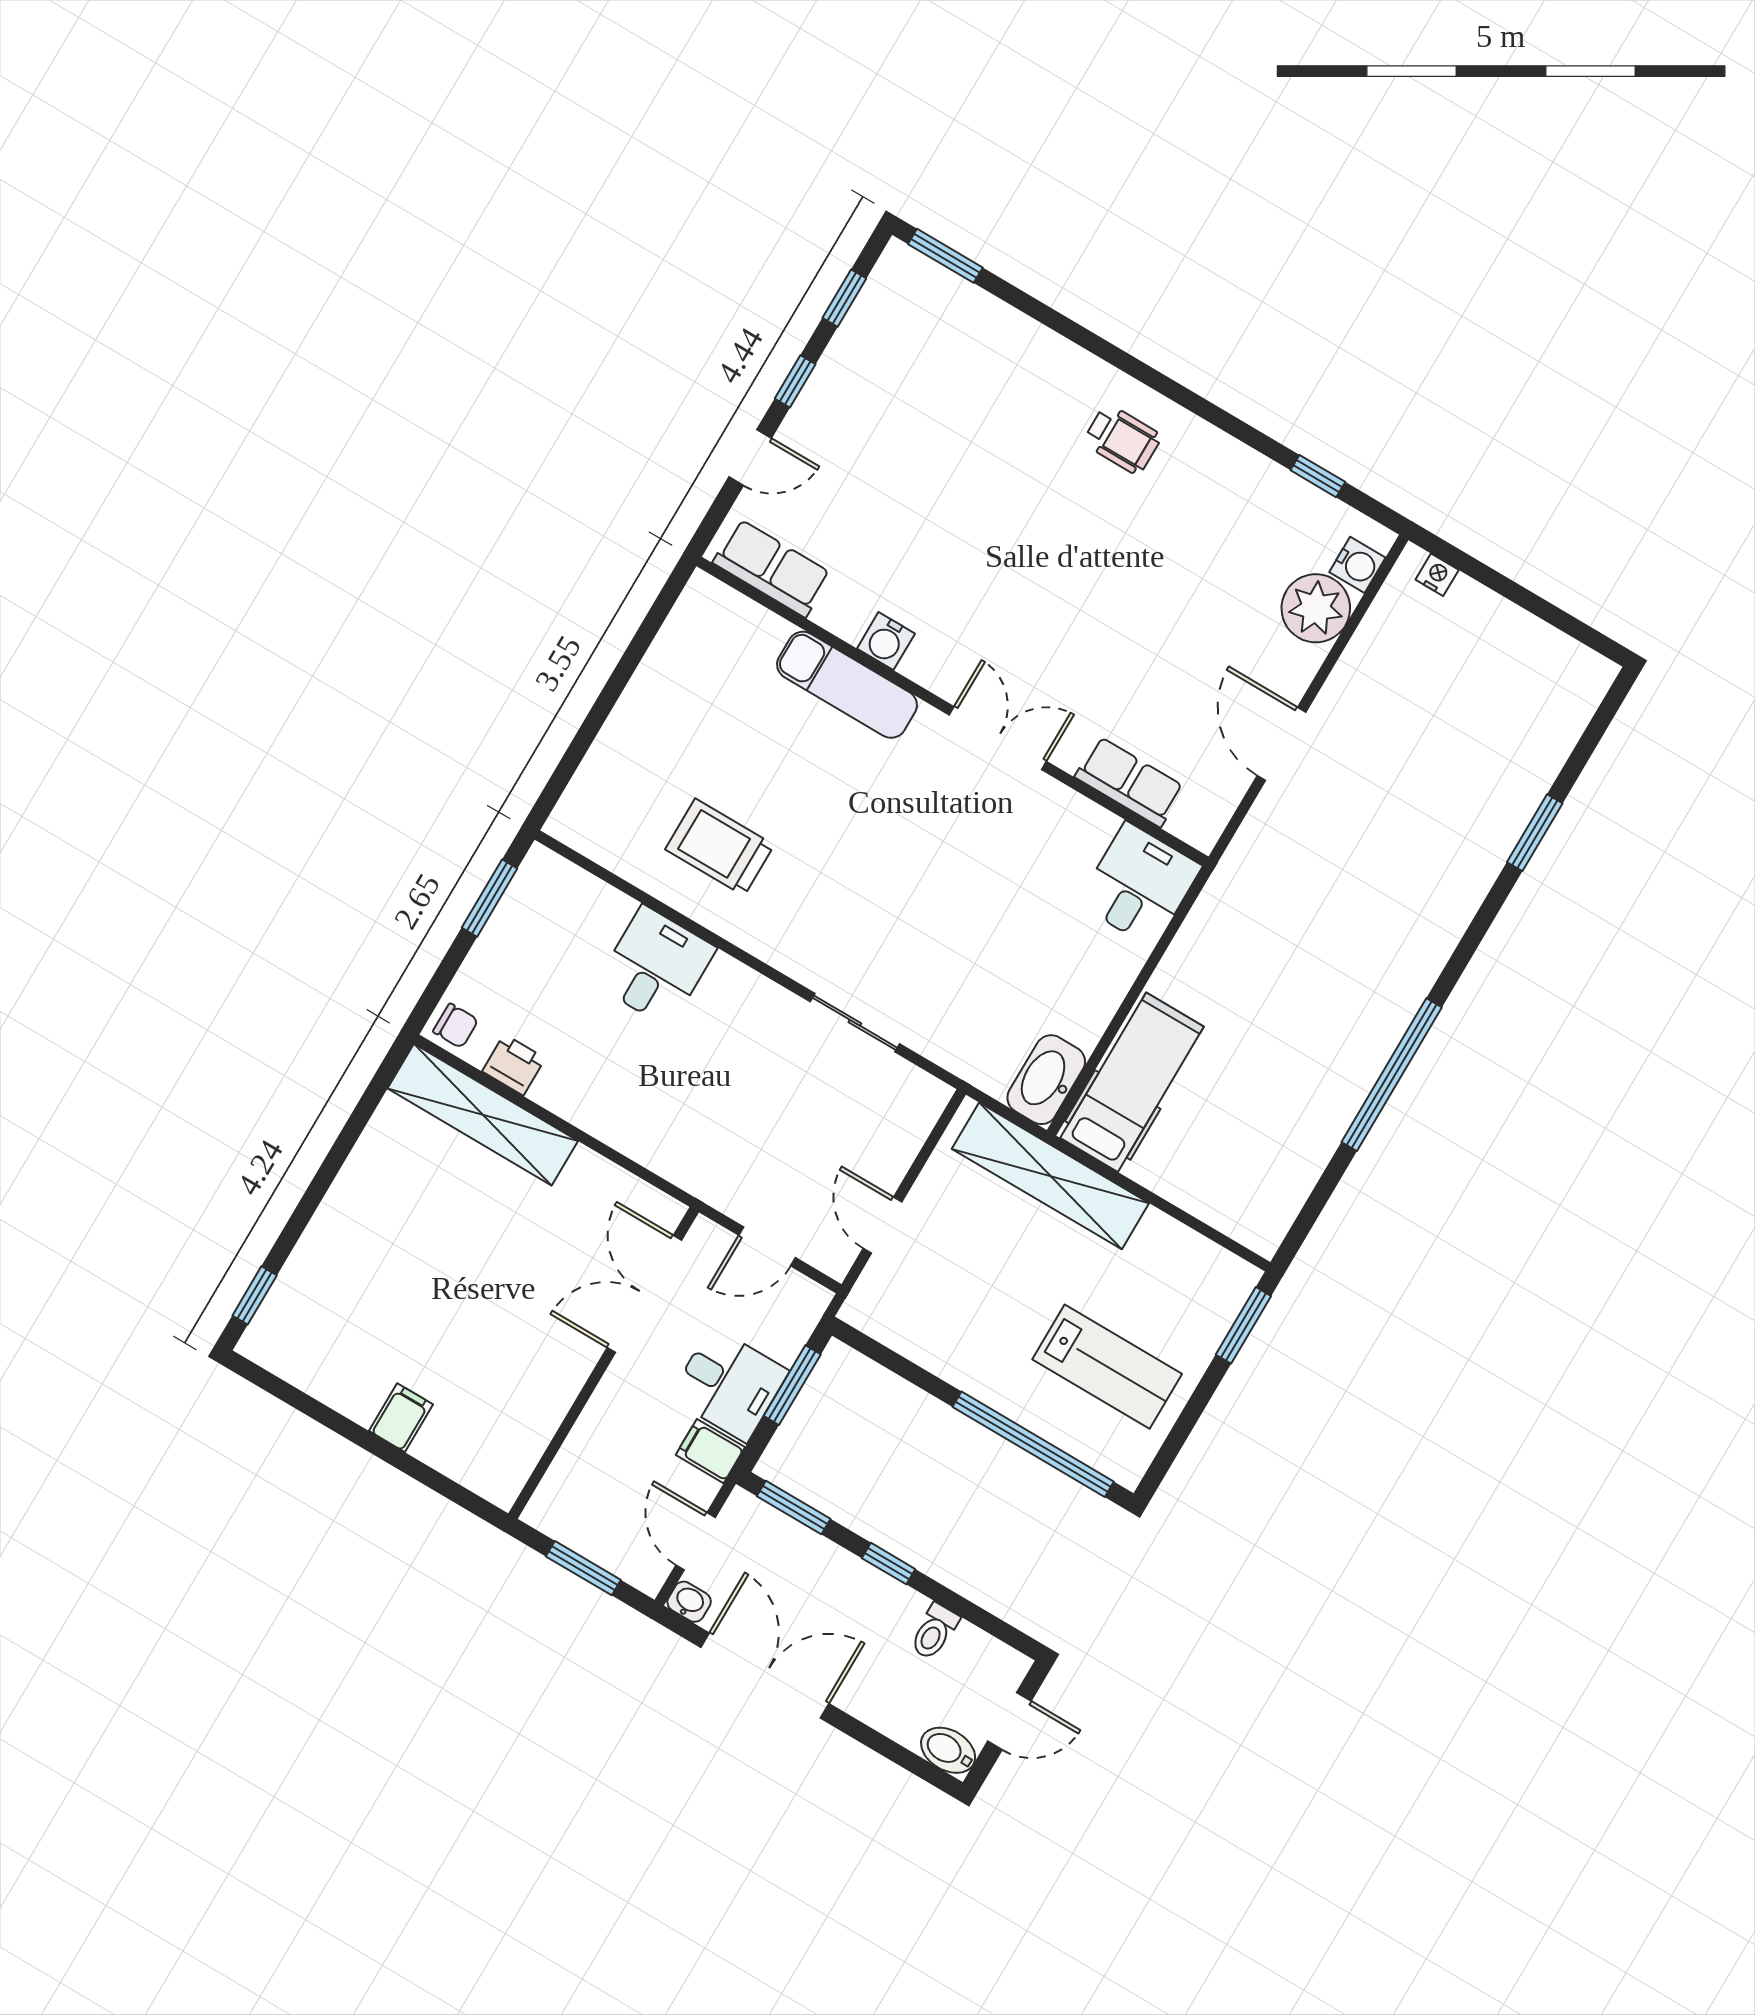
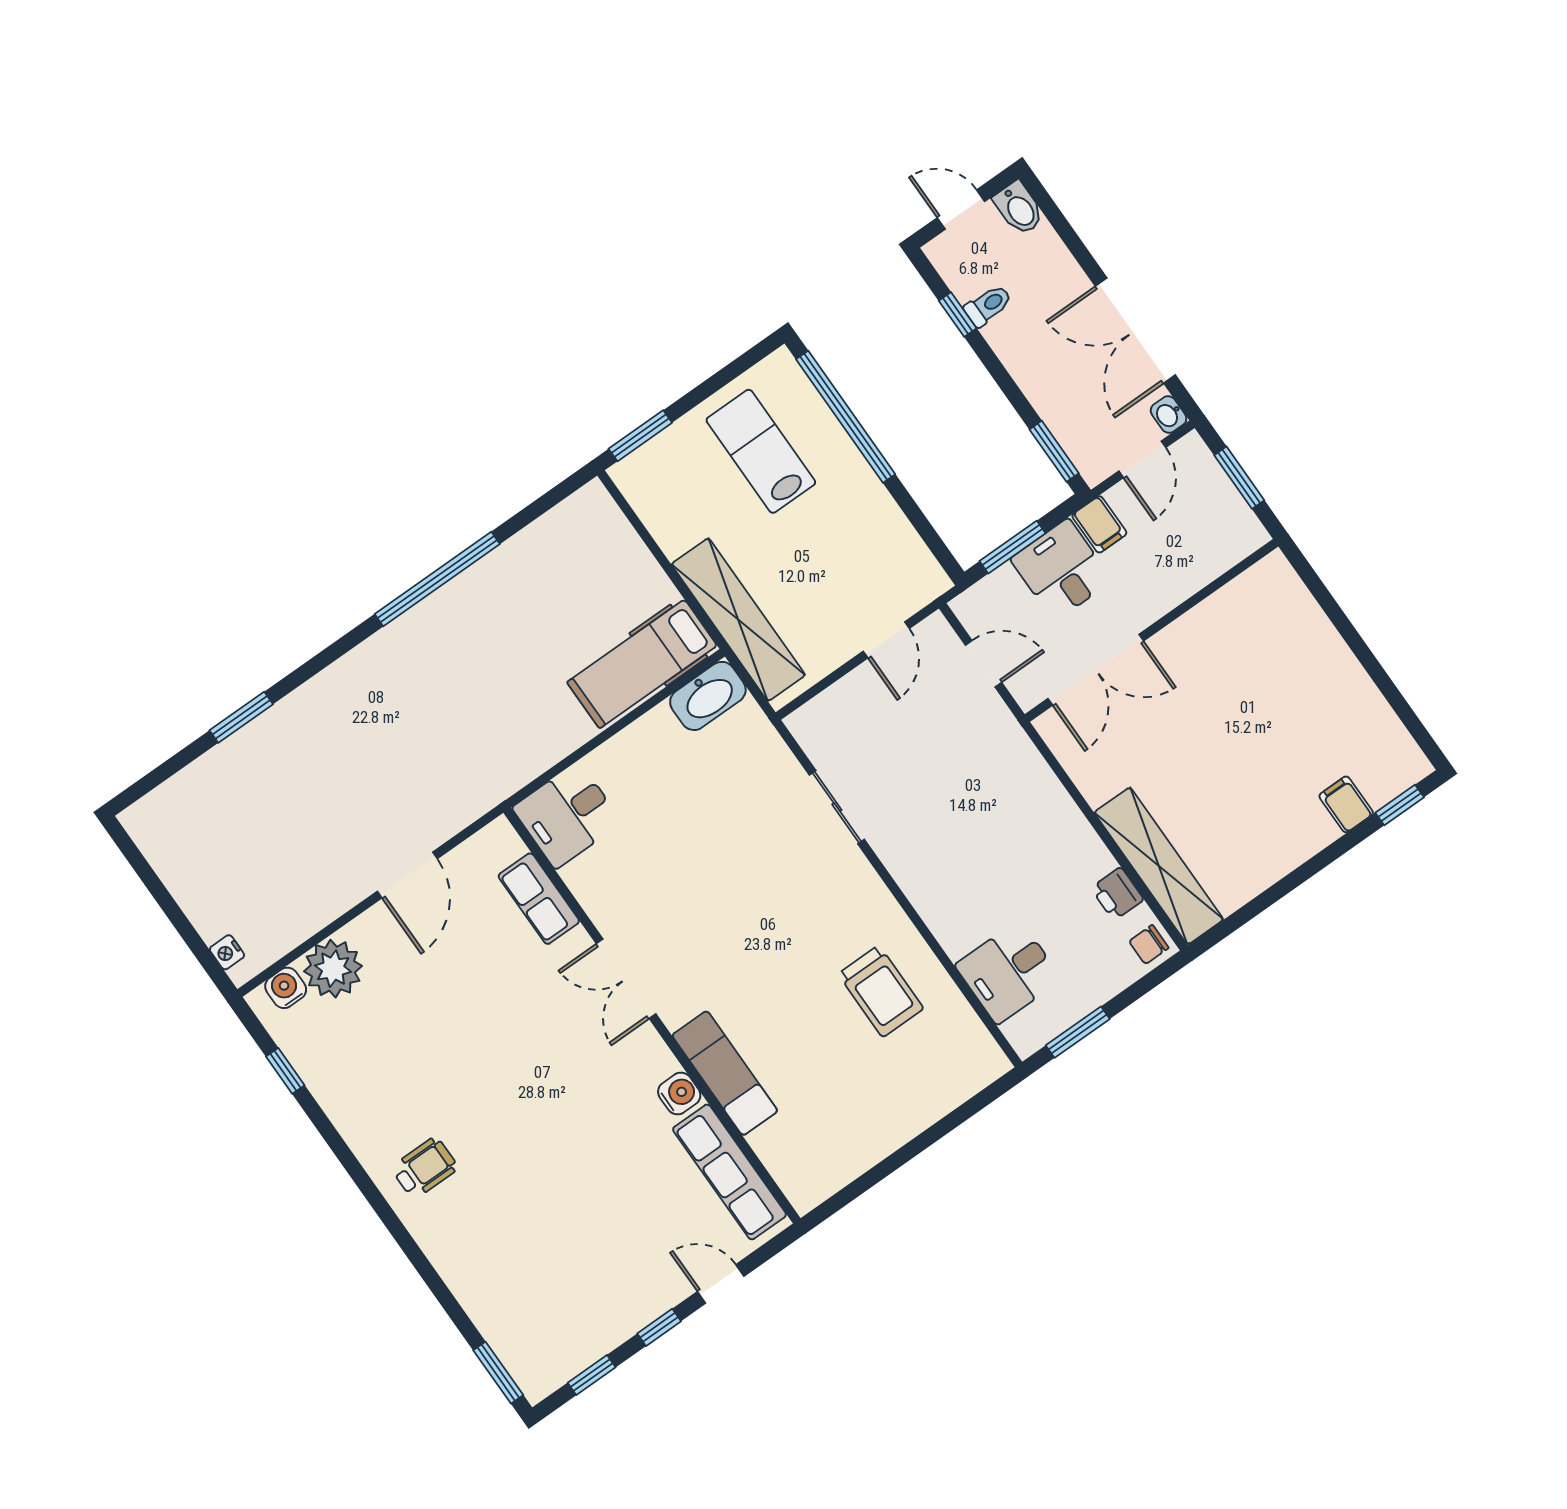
wheelchair: (1122, 439) -> (425, 1168), turned 90
row of seats: (772, 568) -> (729, 1172), width x1.48
desk: (656, 966) -> (1008, 972), moved
chair: (456, 1026) -> (1149, 945), turned -90
filing cabinet: (401, 1418) -> (1346, 804), moved, turned 90
window: (889, 1564) -> (958, 314), moved

